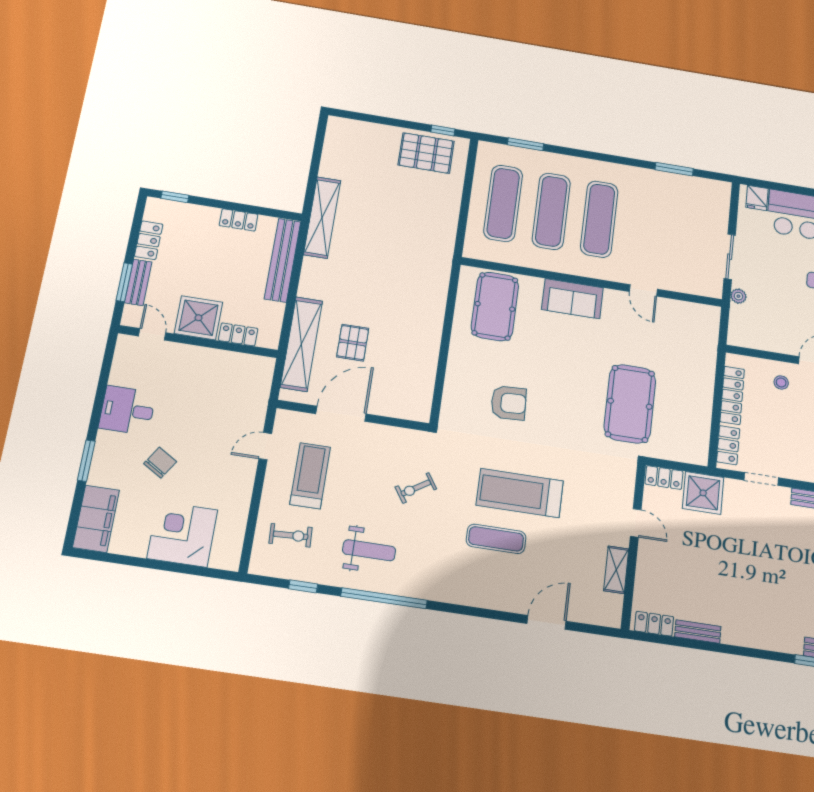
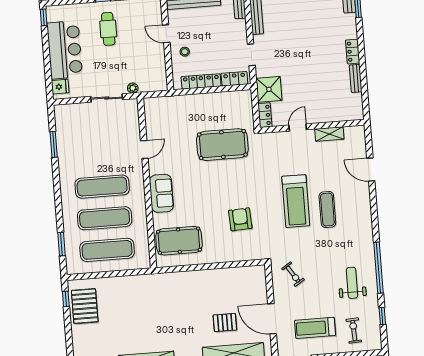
exercise bike: (416, 488) -> (293, 274), moved
locker: (654, 624) -> (353, 52), moved

